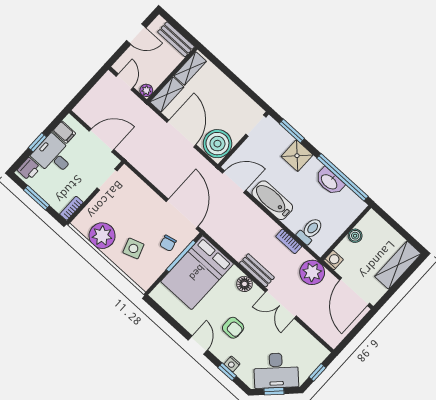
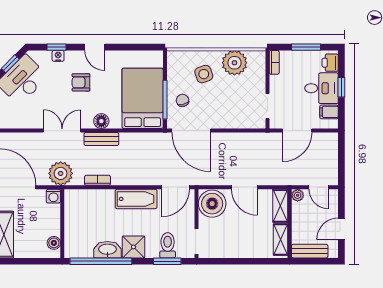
door: (181, 134) -> (244, 187), width x0.73
shower: (297, 156) -> (134, 247), moved
toilet: (310, 231) -> (168, 245), moved, turned 180
boiler: (355, 236) -> (54, 243), moved

